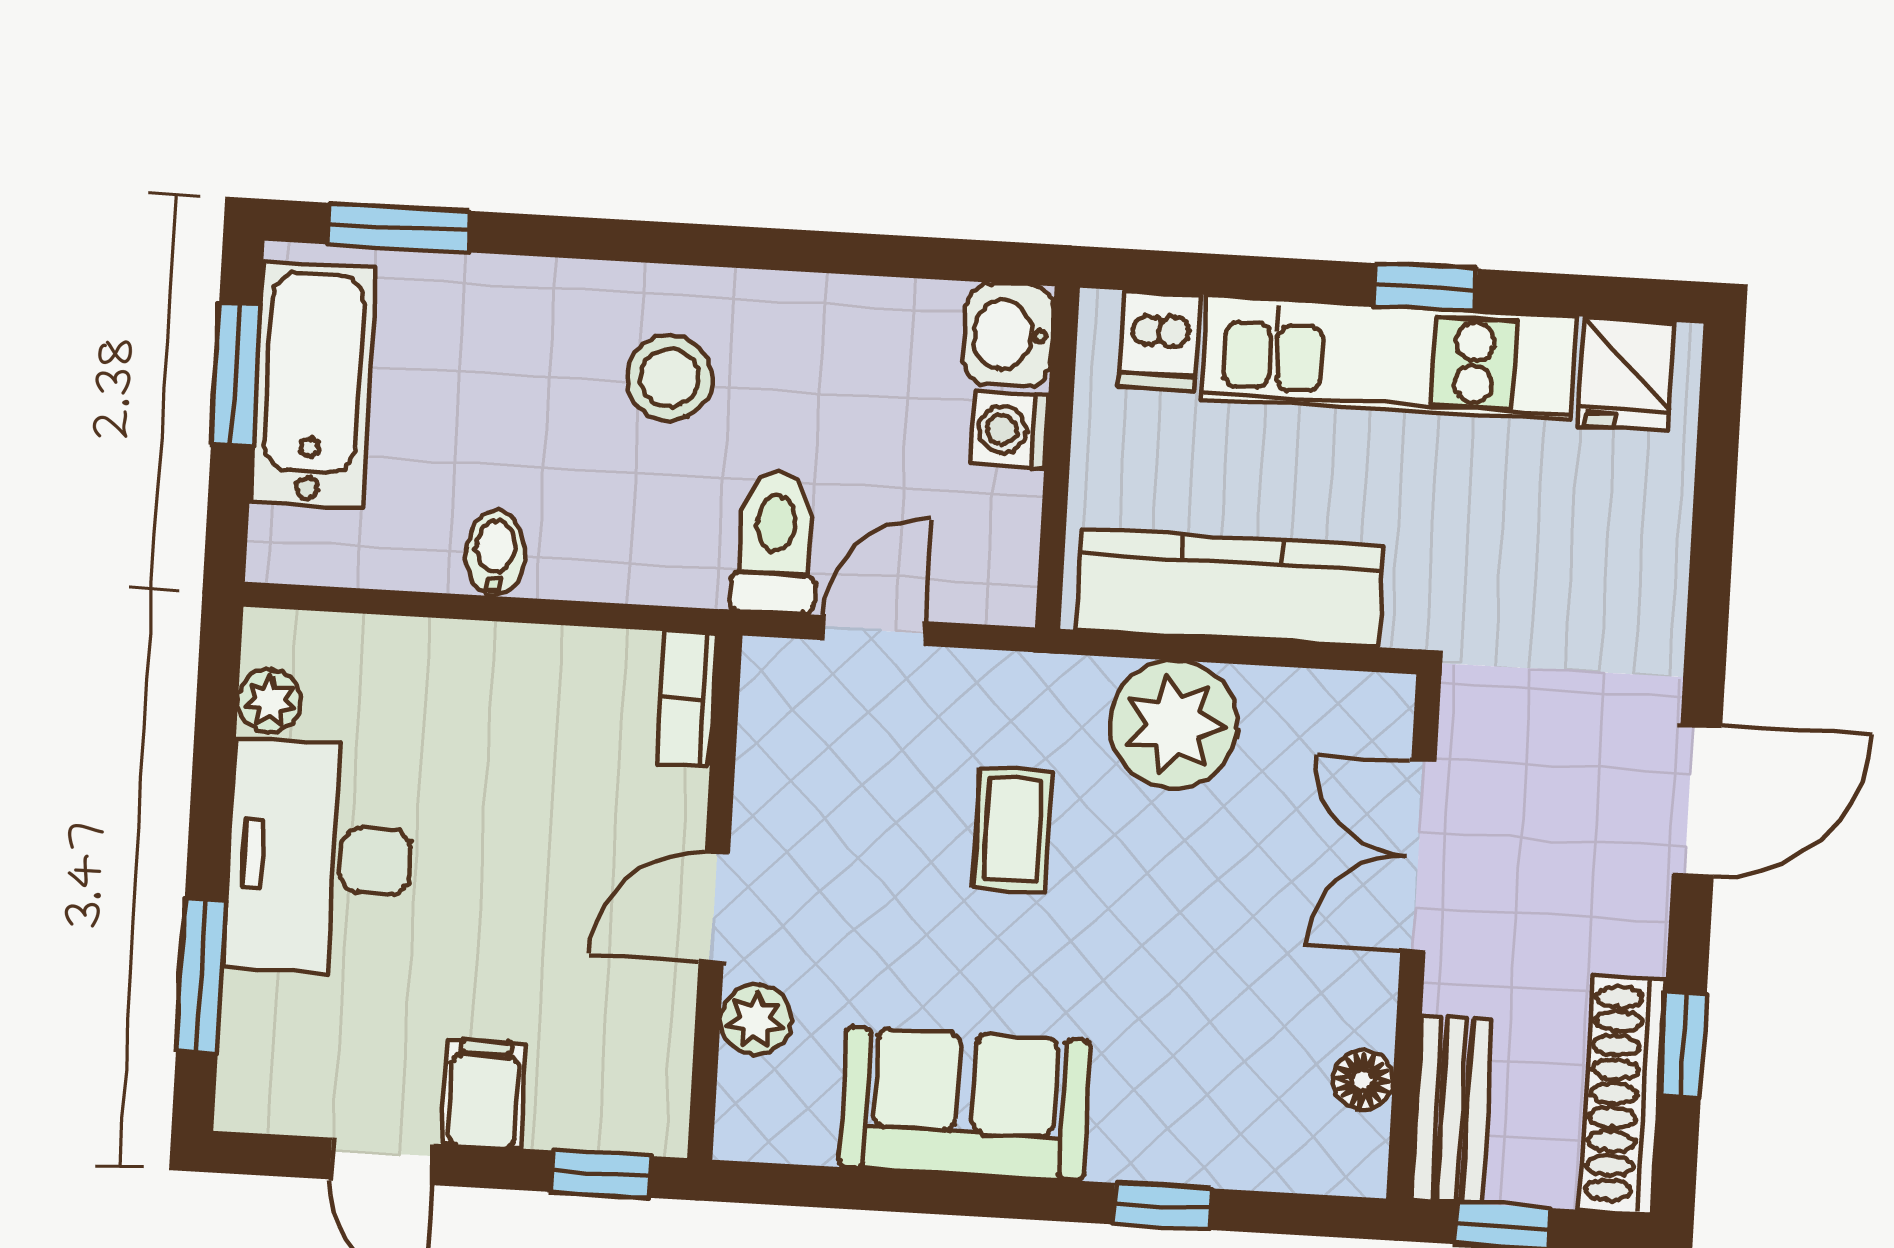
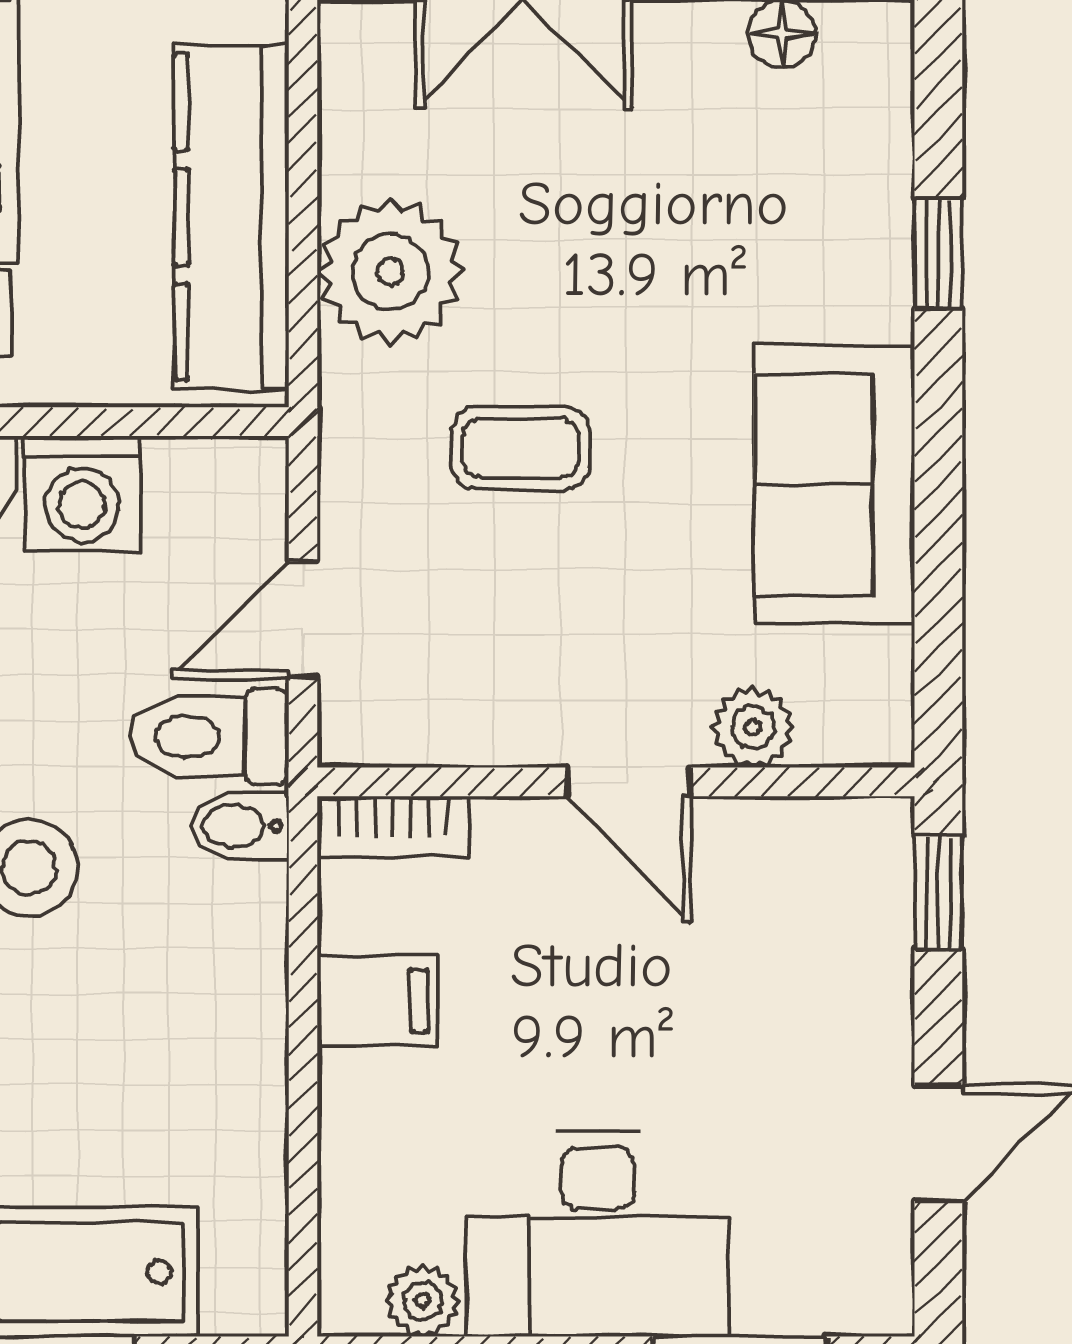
washing machine: (1010, 430) -> (82, 493), width x1.38, depth x1.38
bidet: (495, 553) -> (240, 826), moved
door: (873, 631) -> (303, 620), hinge flipped
filing cabinet: (484, 1094) -> (377, 1000), moved, turned 180

